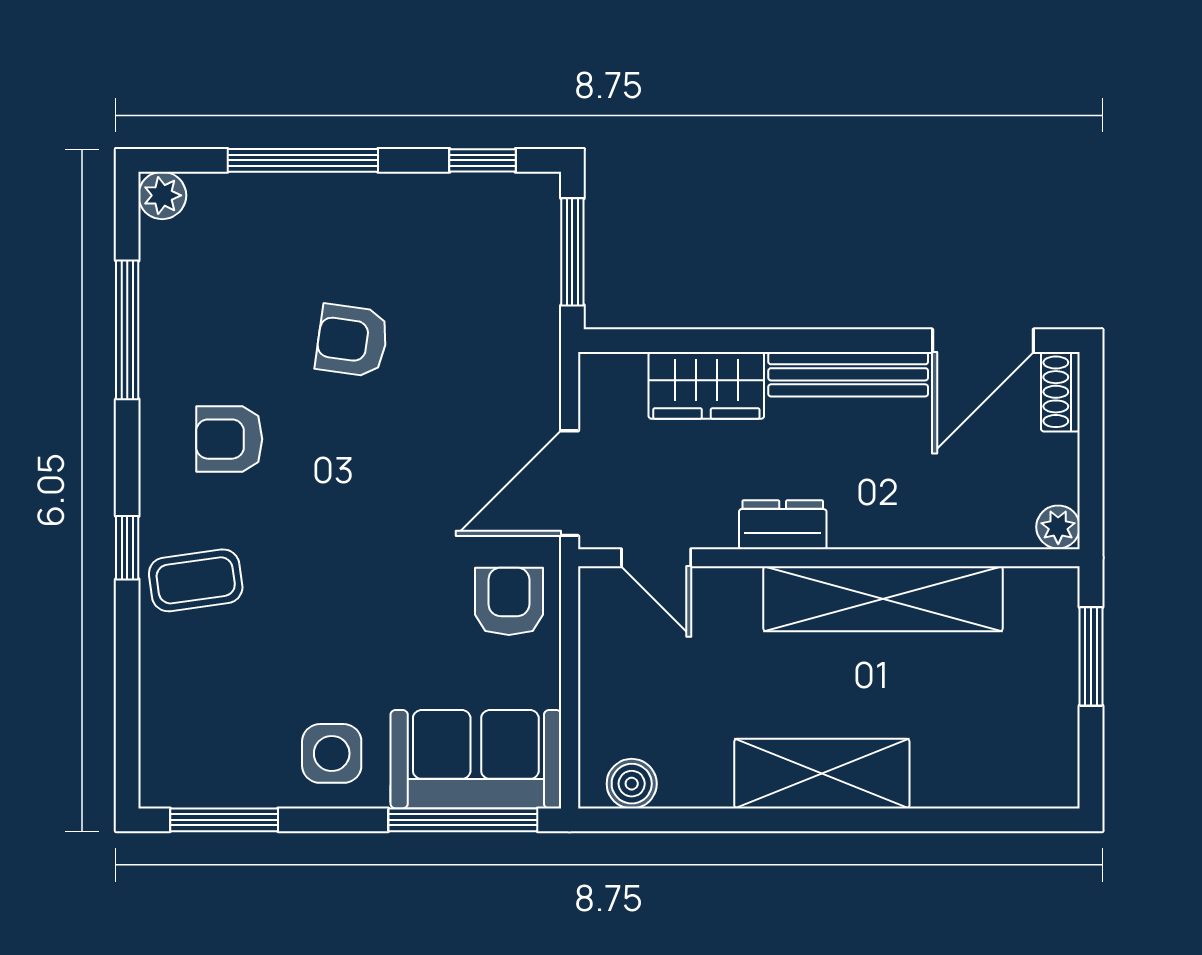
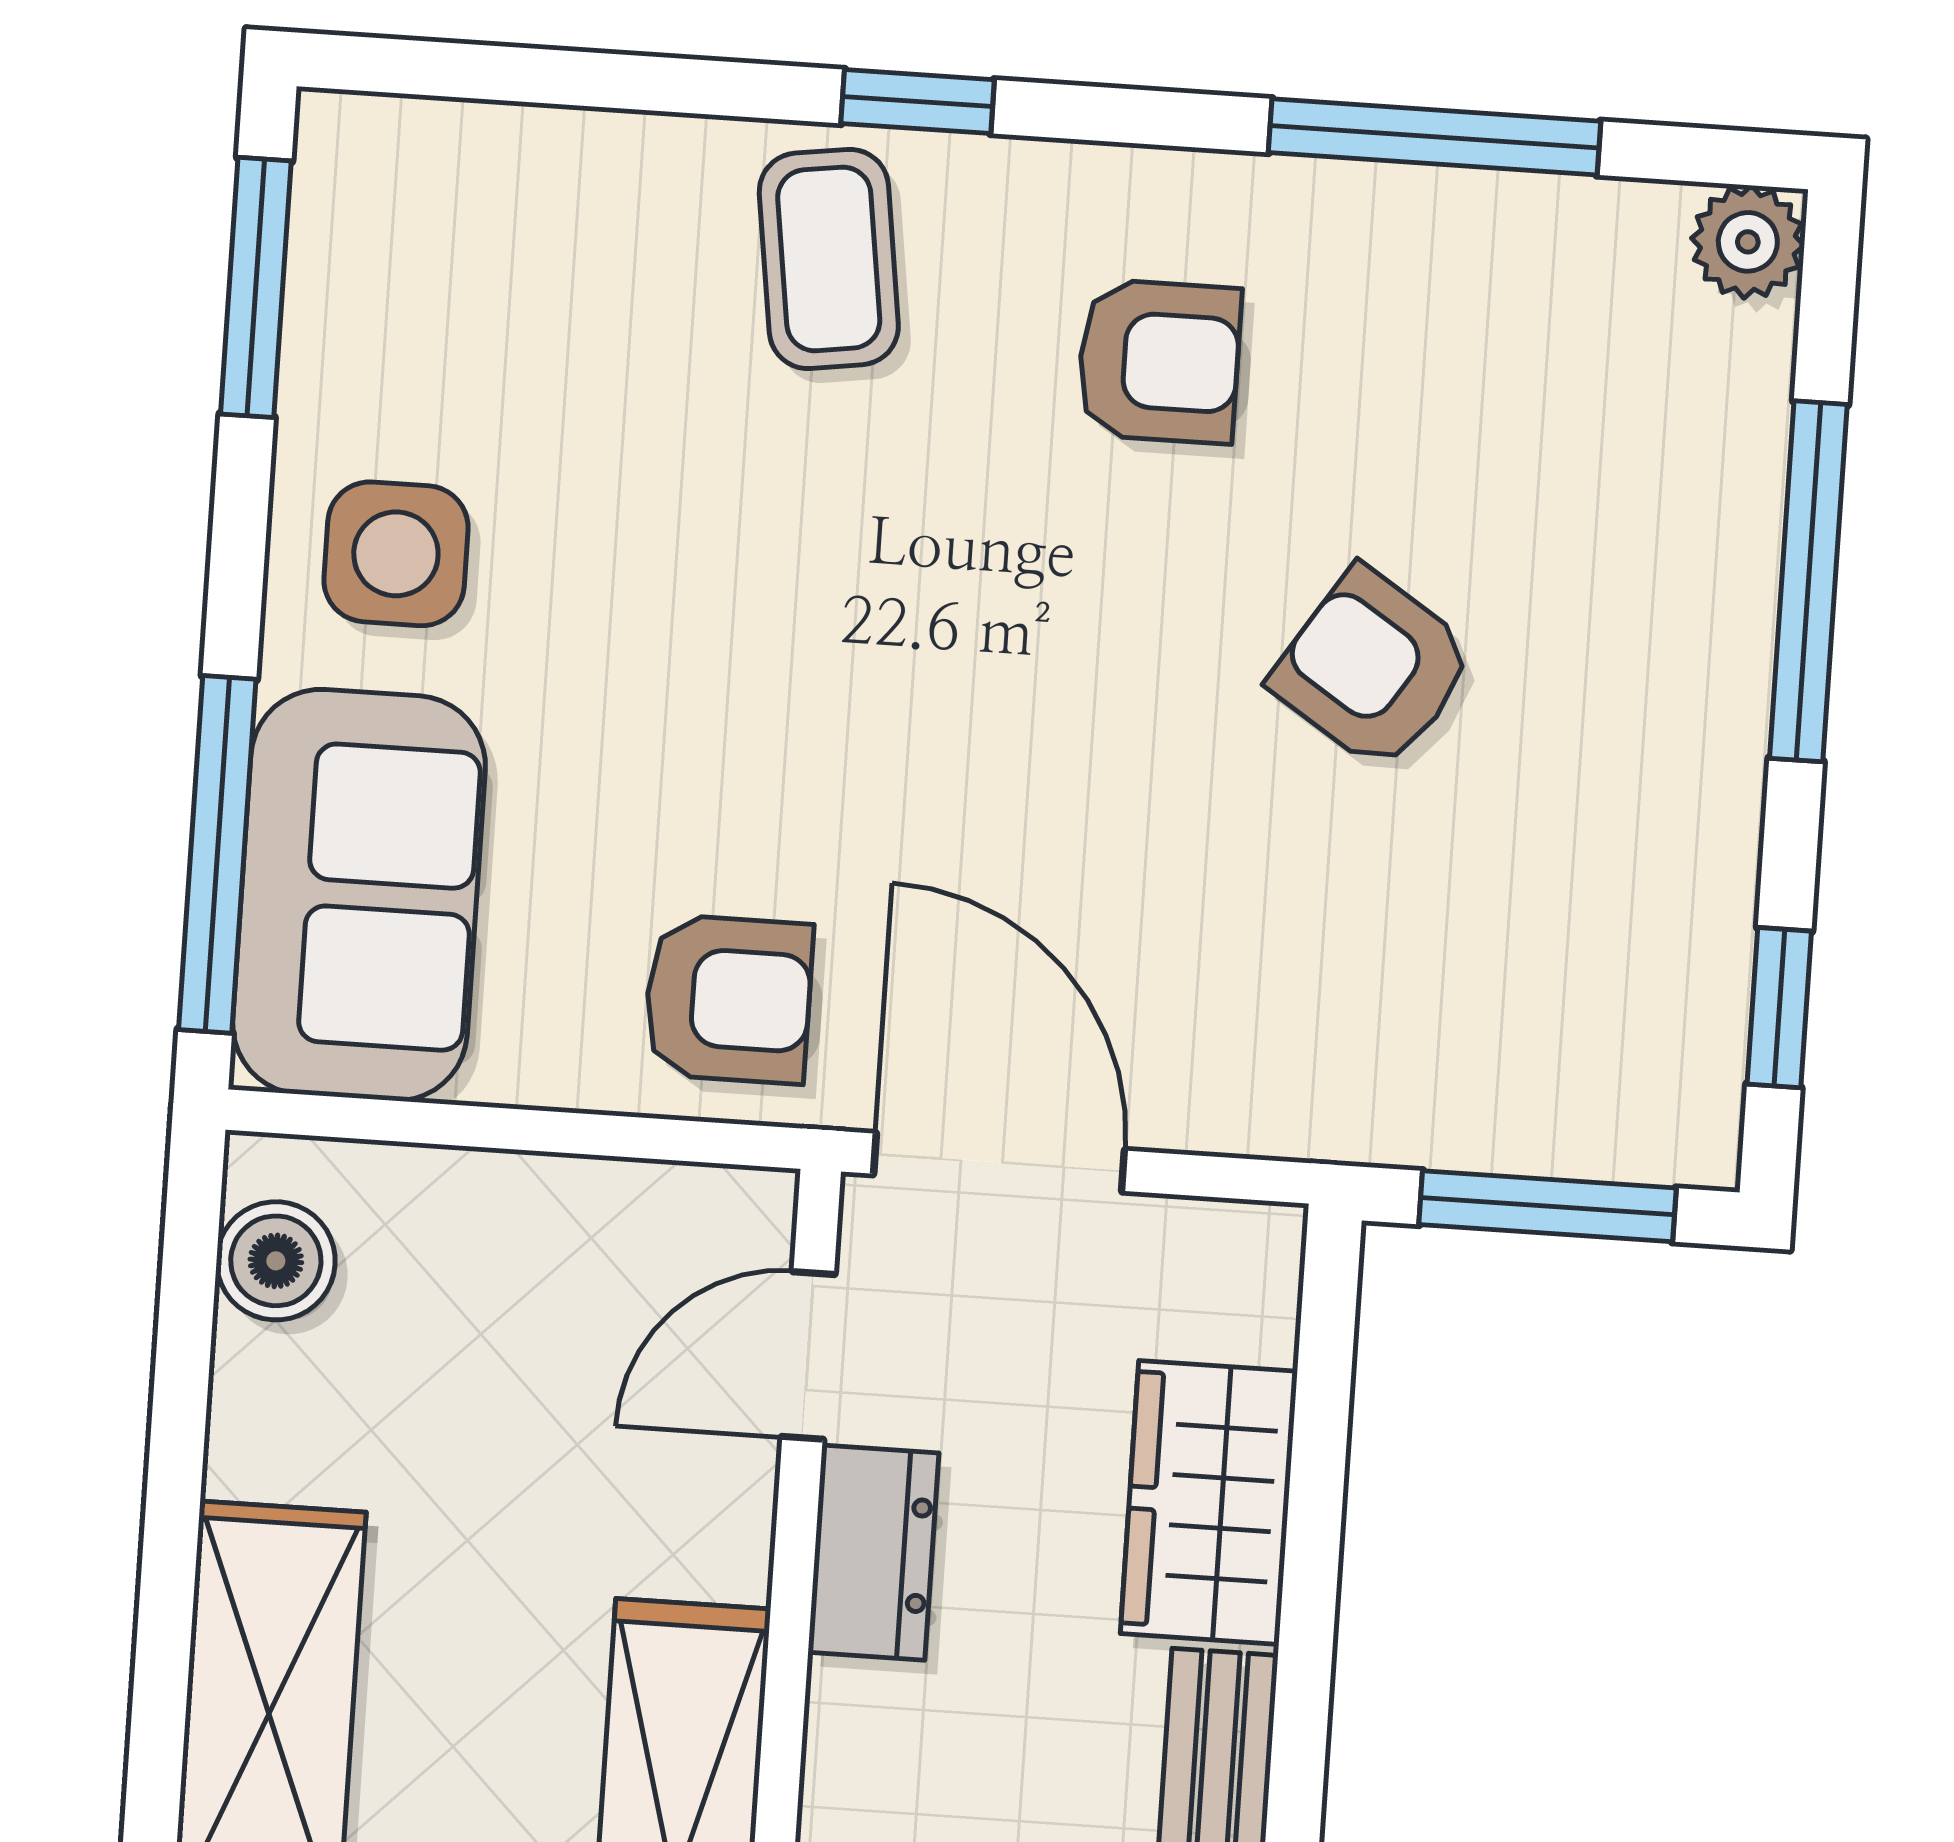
armchair: (352, 340) -> (1373, 669), turned -65
armchair: (229, 439) -> (1159, 361), turned 90
dresser: (783, 525) -> (873, 1553), moved

